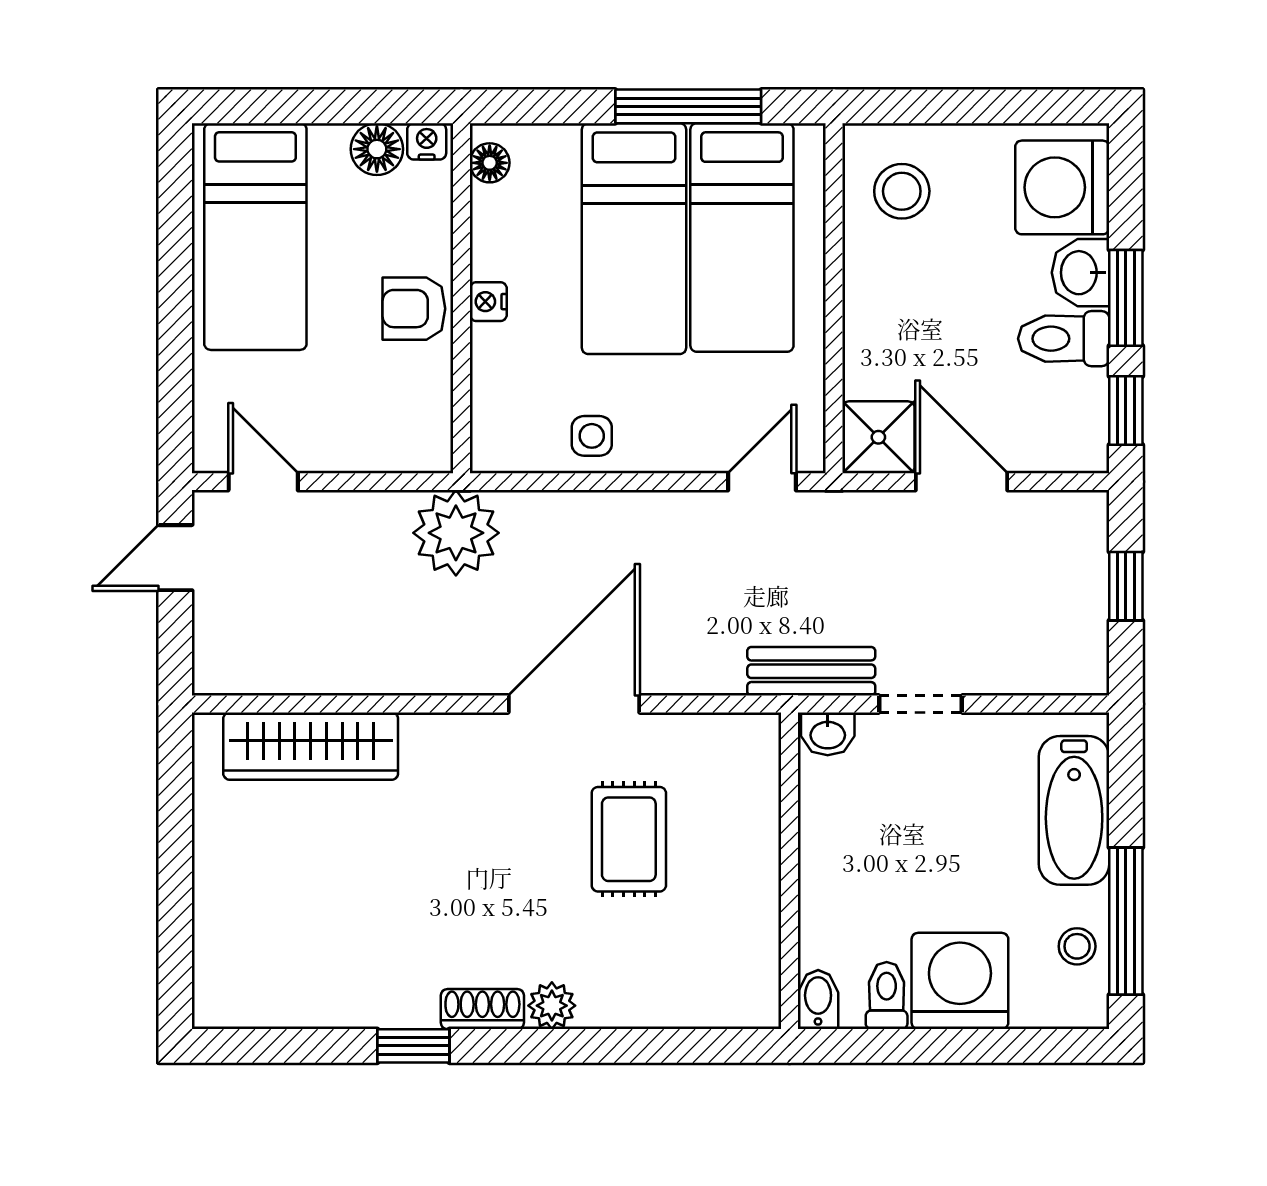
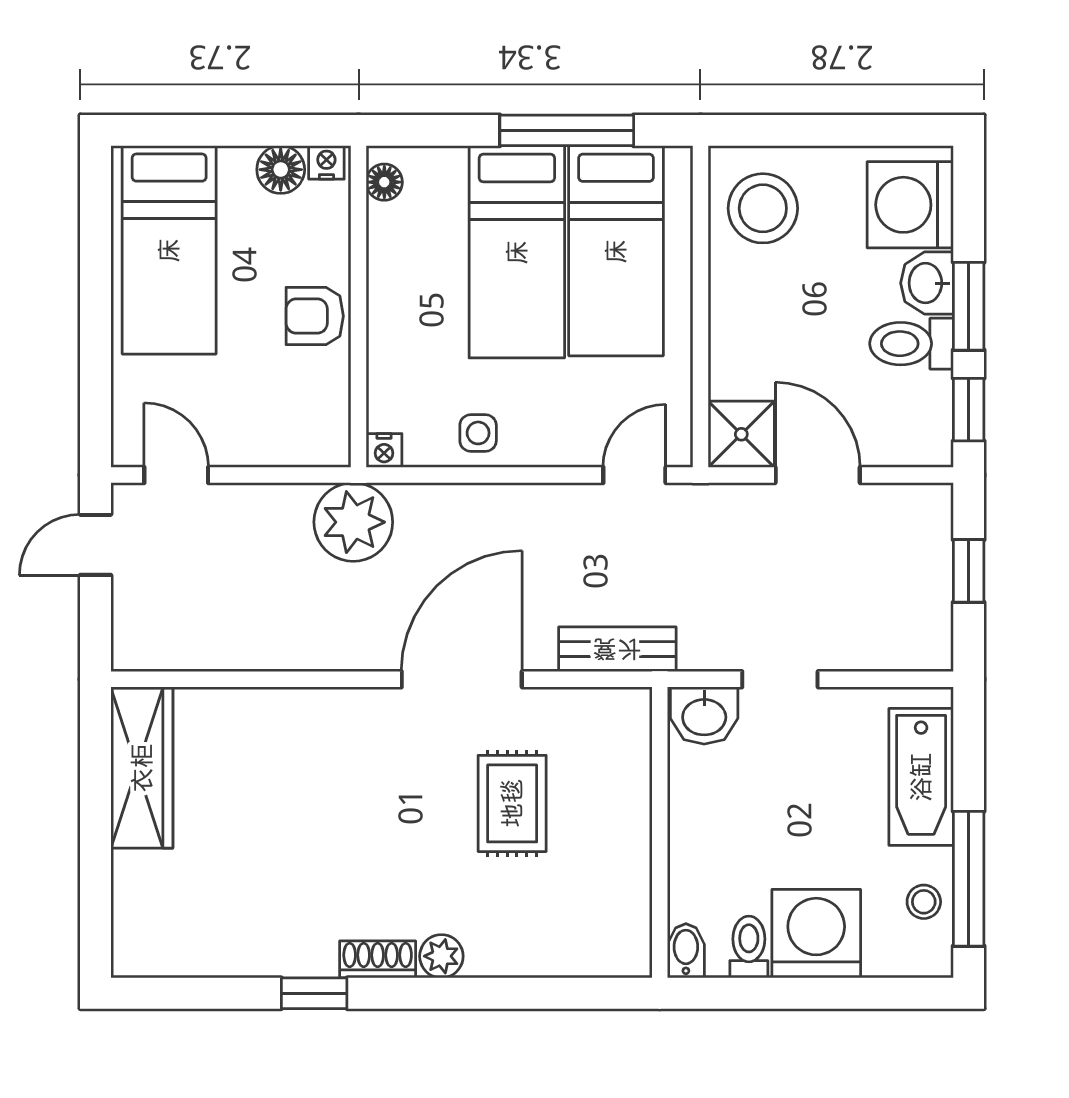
stool: (902, 191) -> (763, 208), width x1.38, depth x1.38
nightstand: (488, 302) -> (384, 450), moved, turned -90
bench: (811, 671) -> (617, 649), moved
washbasin: (828, 734) -> (704, 715), width x1.38, depth x1.45
wardrobe: (311, 746) -> (142, 768), moved, turned -90

